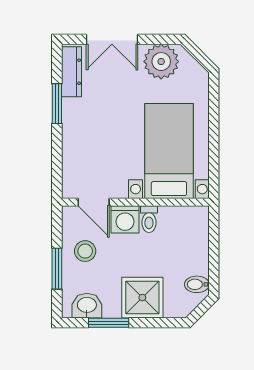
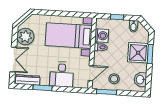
desk: (87, 142) -> (62, 74), added
washing machine: (125, 219) -> (102, 36), moved
window: (214, 249) -> (117, 17), added
window: (57, 269) -> (107, 92), moved
window: (109, 323) -> (150, 54), moved

